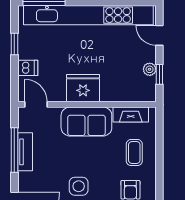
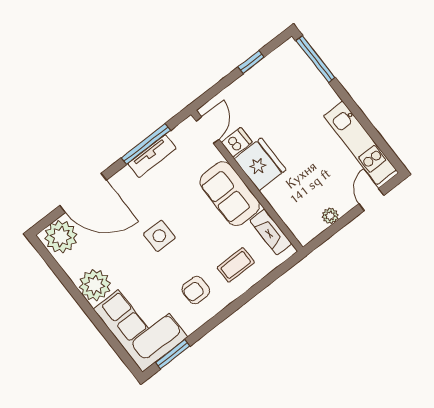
kitchen unit: (88, 15) -> (360, 143), width x0.54
dishwasher: (28, 68) -> (237, 142), moved, turned -90
window: (159, 74) -> (333, 230), removed

